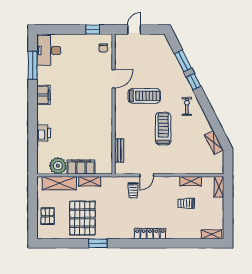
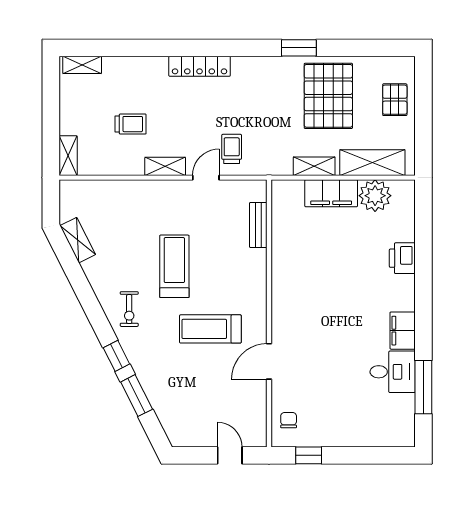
door: (134, 30) -> (230, 455), swing flipped
desk: (49, 50) -> (393, 372), moved, width x0.73
treadmill: (163, 129) -> (174, 266), turned 180
shelving: (191, 181) -> (165, 166), moved

